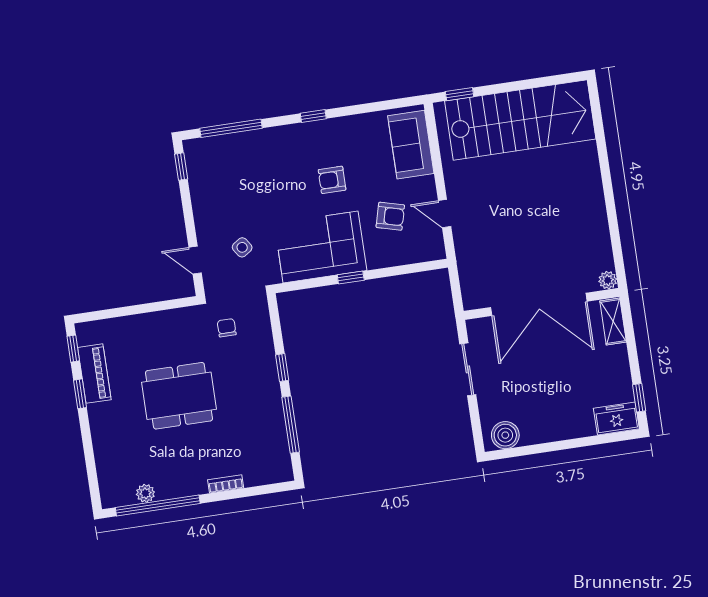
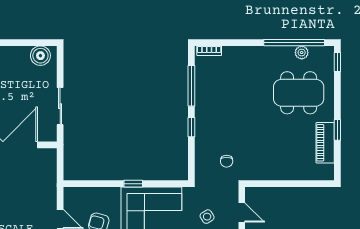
window: (73, 349) -> (337, 62), moved
dining table: (179, 396) -> (299, 93), moved
bookcase: (226, 484) -> (209, 51), moved

